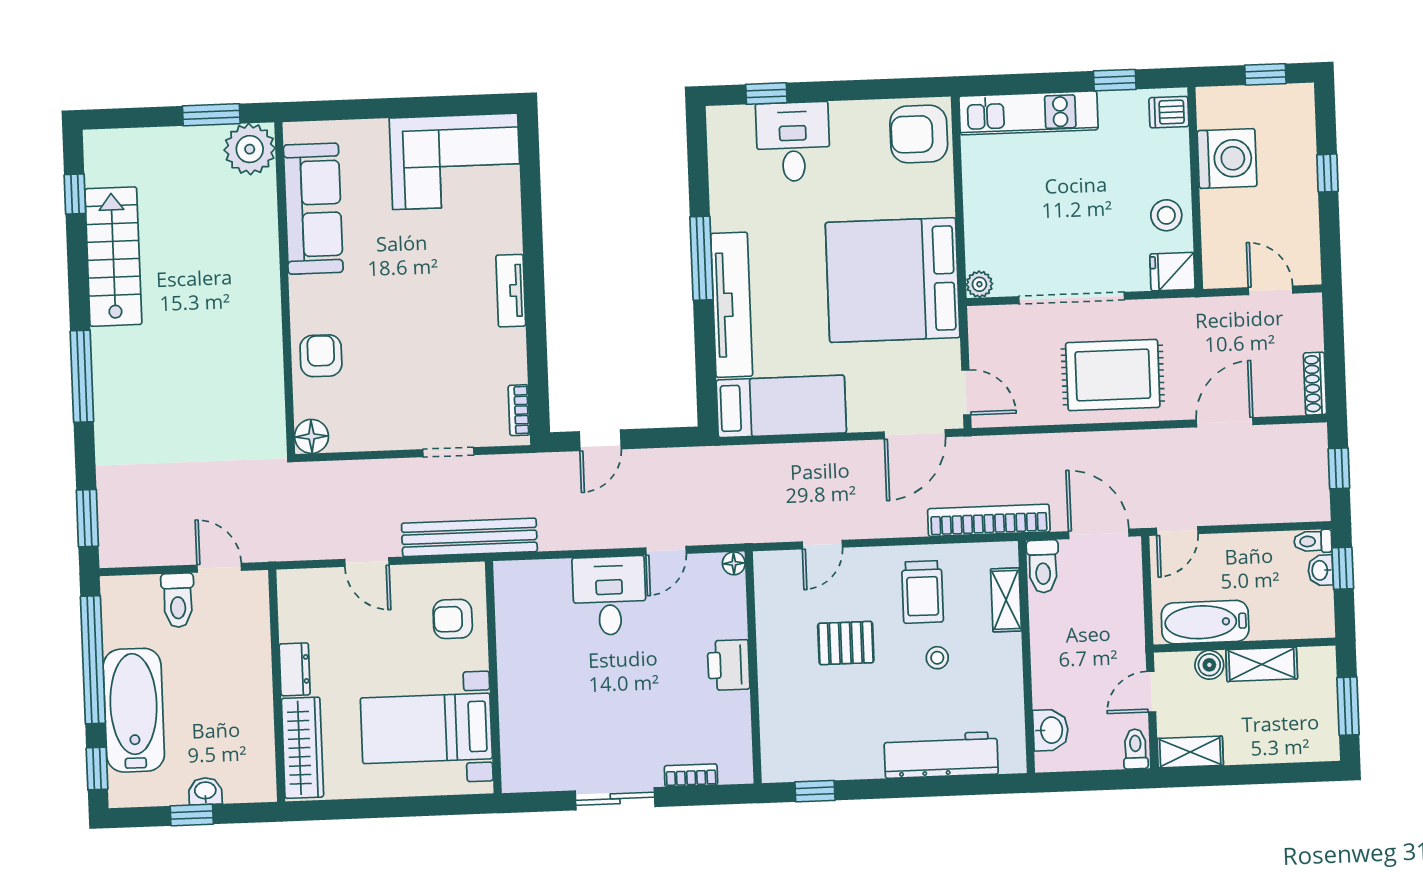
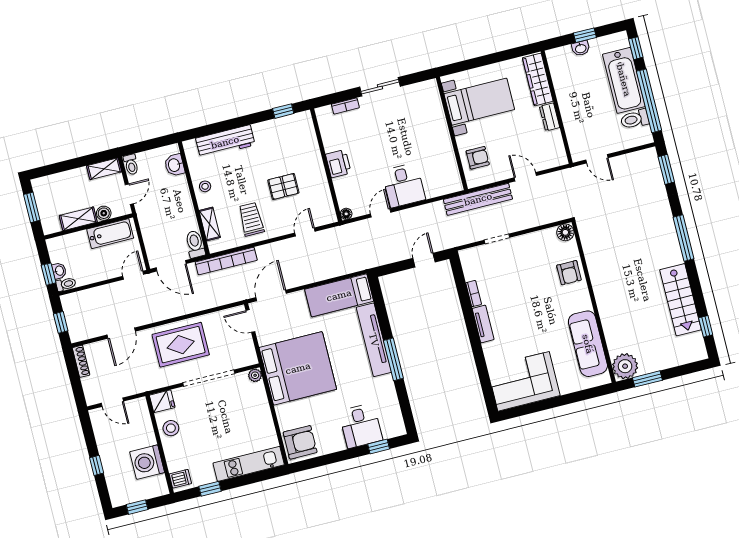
bookcase: (519, 410) -> (474, 294), moved
toilet: (178, 600) -> (635, 119), moved, turned -90
stool: (937, 658) -> (205, 186), moved

